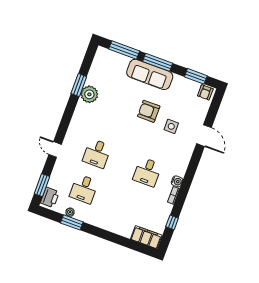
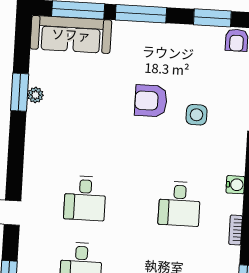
sofa: (150, 74) -> (71, 34), moved
plant: (89, 94) -> (35, 95), width x0.53, depth x0.53
water cooler: (177, 181) -> (235, 185), moved

